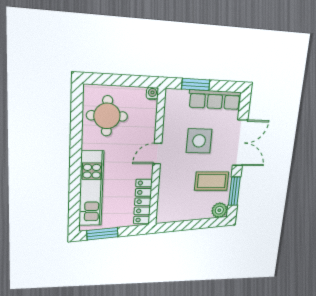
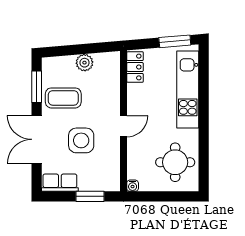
row of seats: (215, 100) -> (60, 183), width x0.68
locker: (143, 202) -> (135, 67), width x0.66
plant: (219, 210) -> (84, 63), moved

